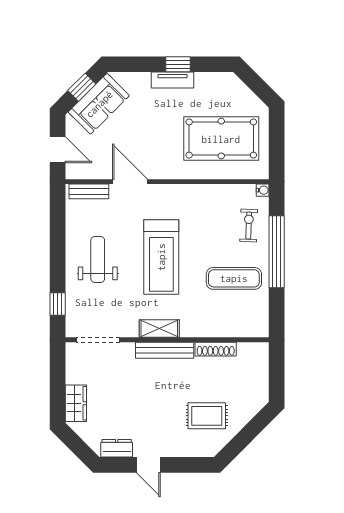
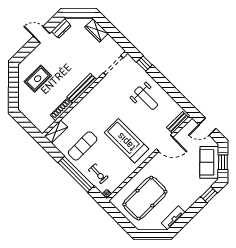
window: (178, 64) -> (209, 195), moved
tv unit: (173, 80) -> (173, 218), moved
treadmill: (161, 257) -> (127, 141), moved
shelving: (159, 329) -> (56, 132), moved

